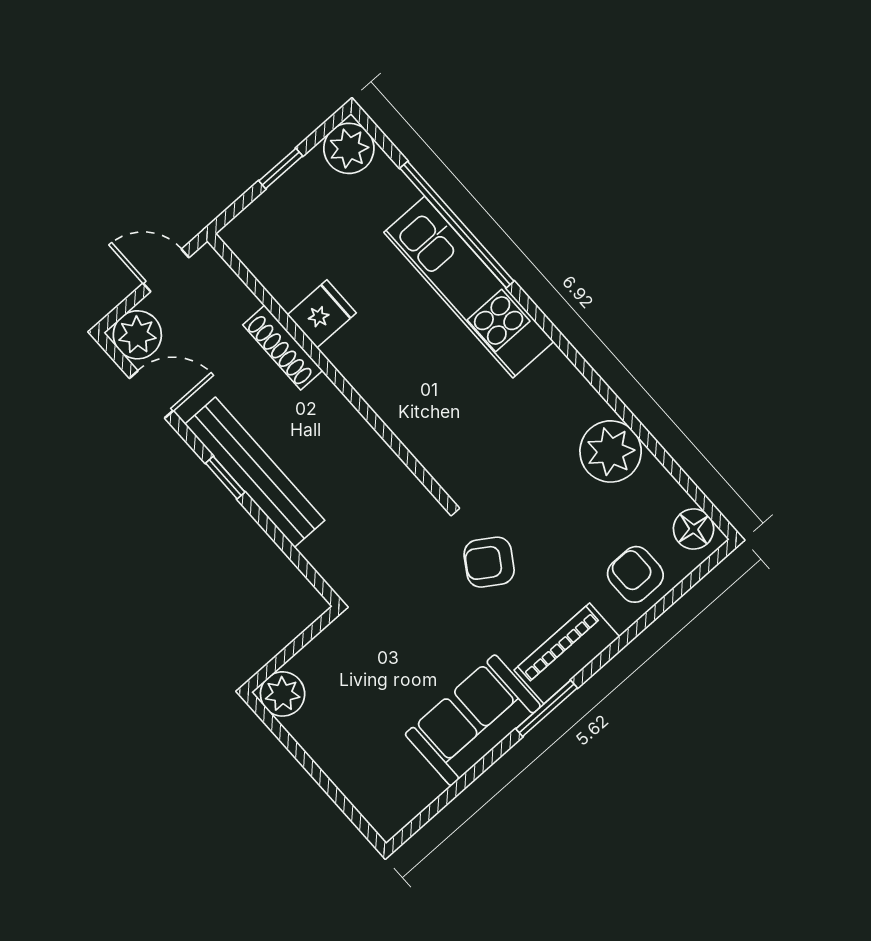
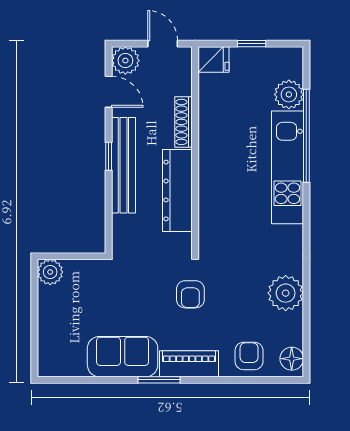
plant: (349, 148) -> (289, 94), moved
fridge: (322, 314) -> (213, 59), moved
dresser: (353, 443) -> (177, 190), added
armchair: (489, 562) -> (190, 294), turned -123

